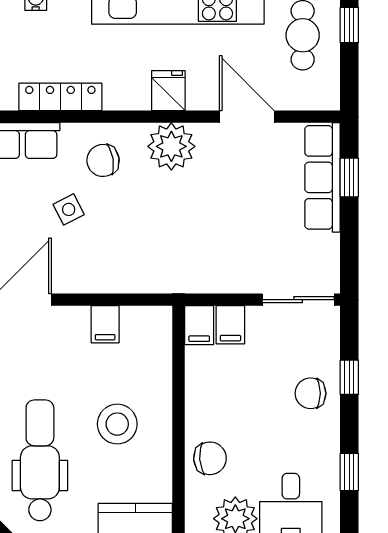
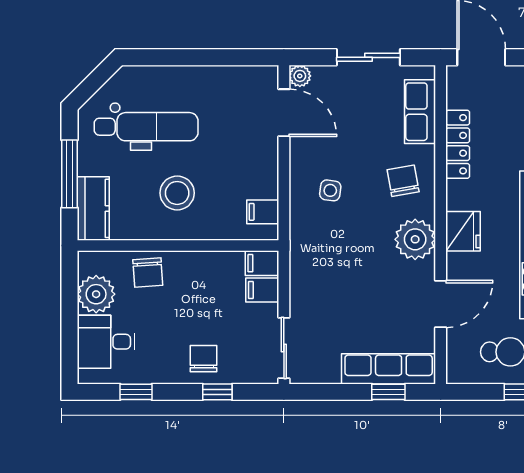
fridge: (168, 91) -> (463, 231), width x1.38
side table: (69, 209) -> (330, 190), moved, turned 35
filing cabinet: (105, 324) -> (263, 212), moved

